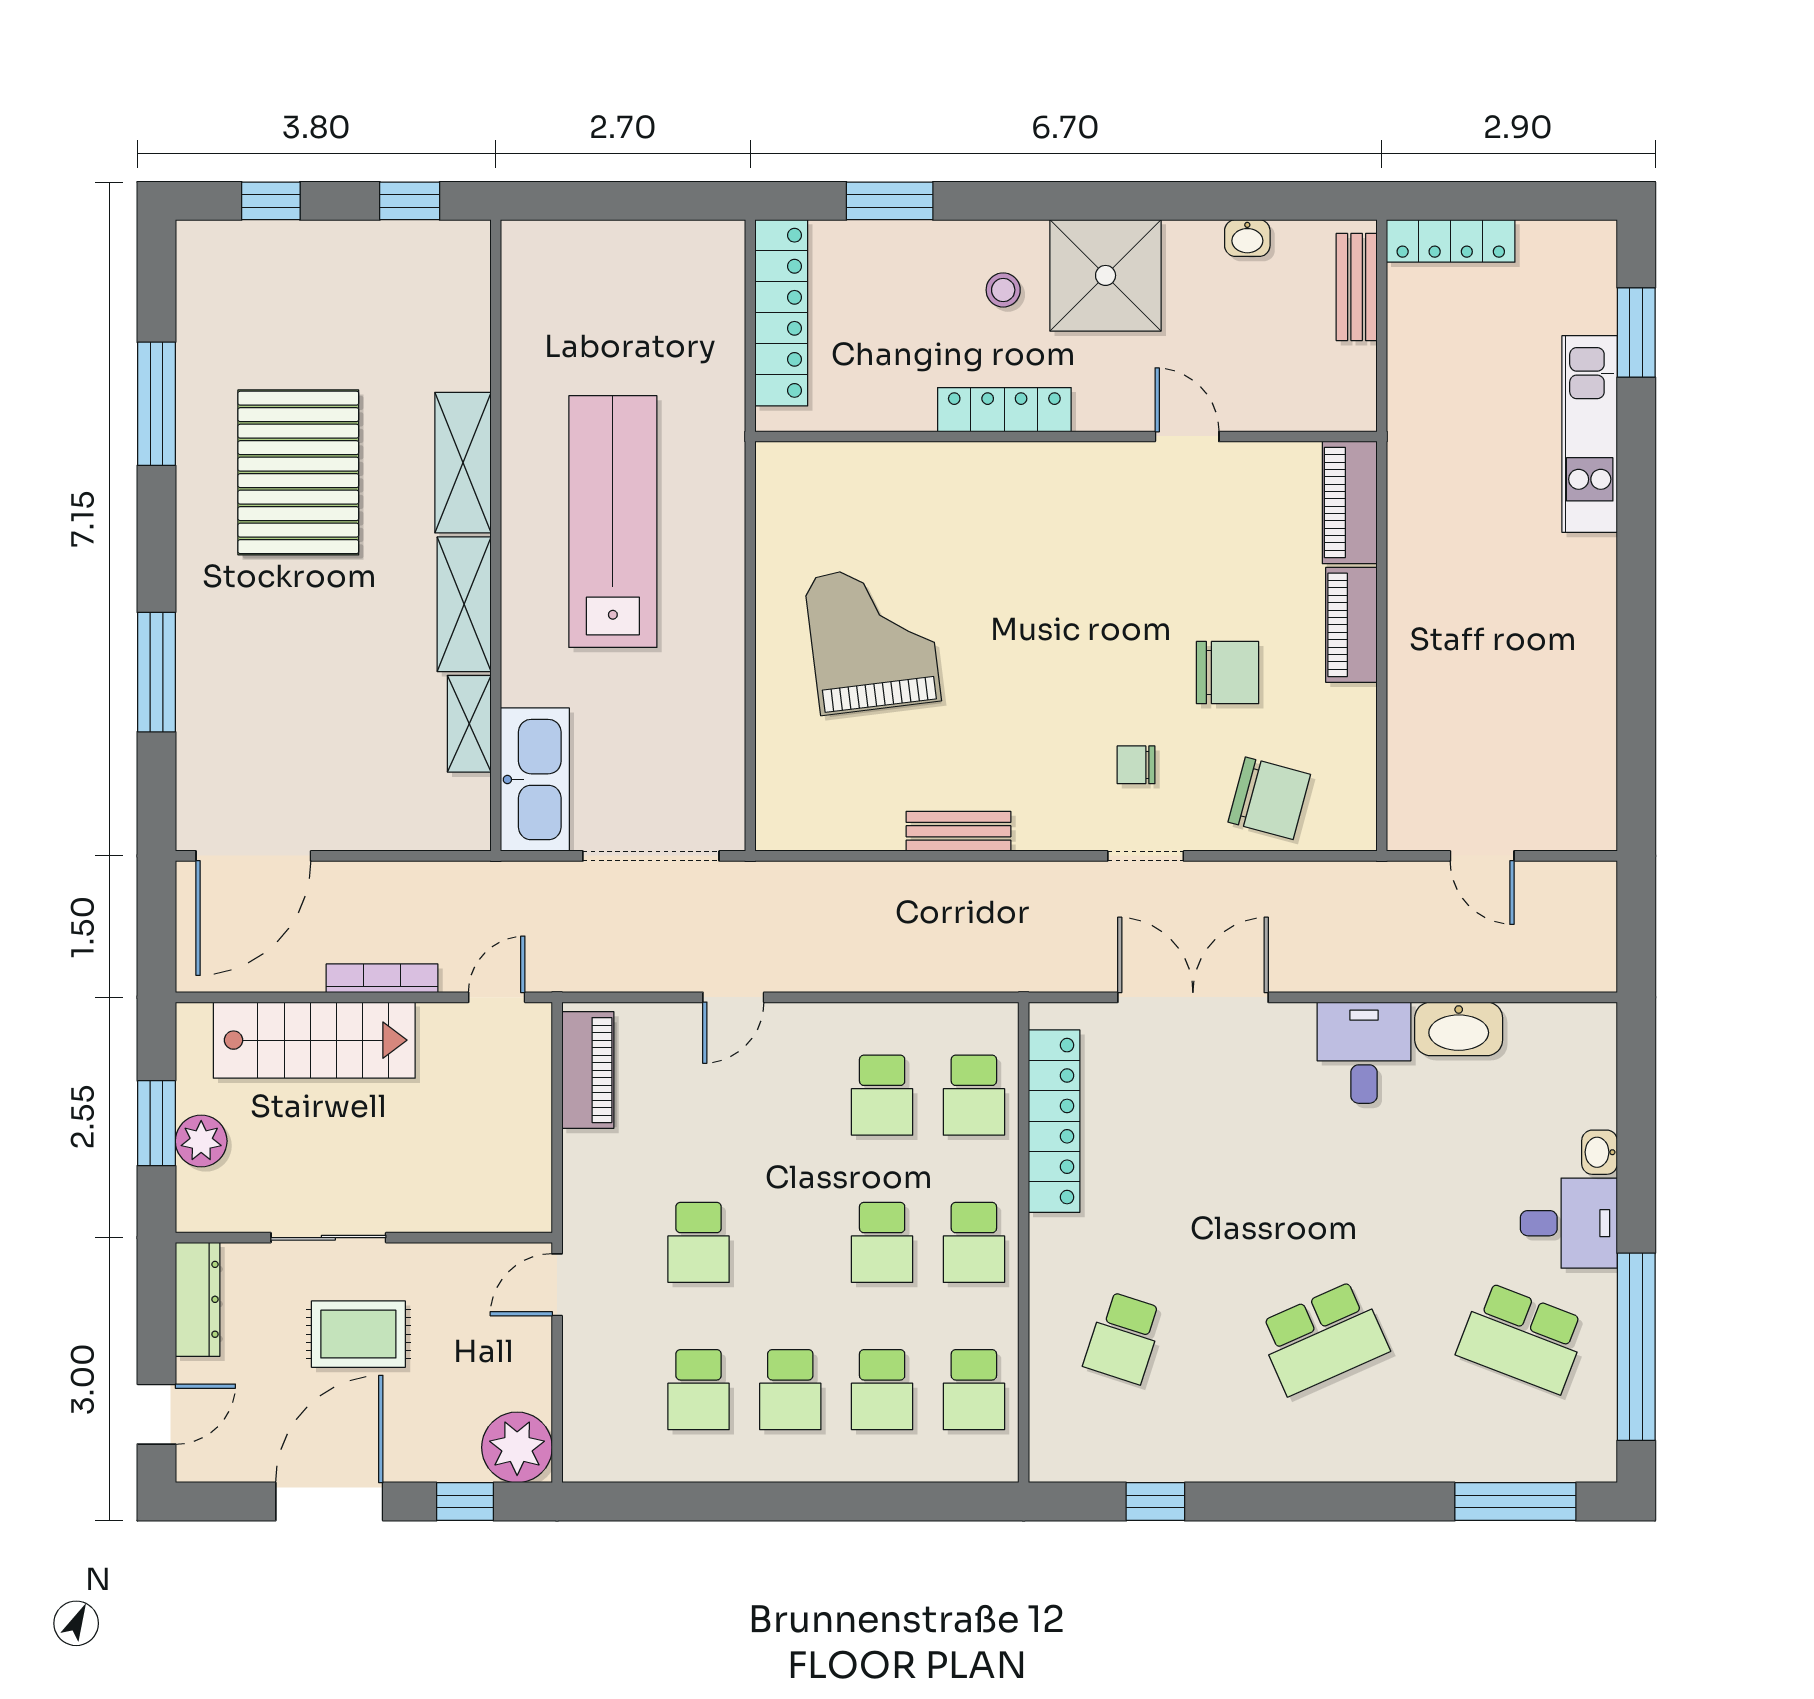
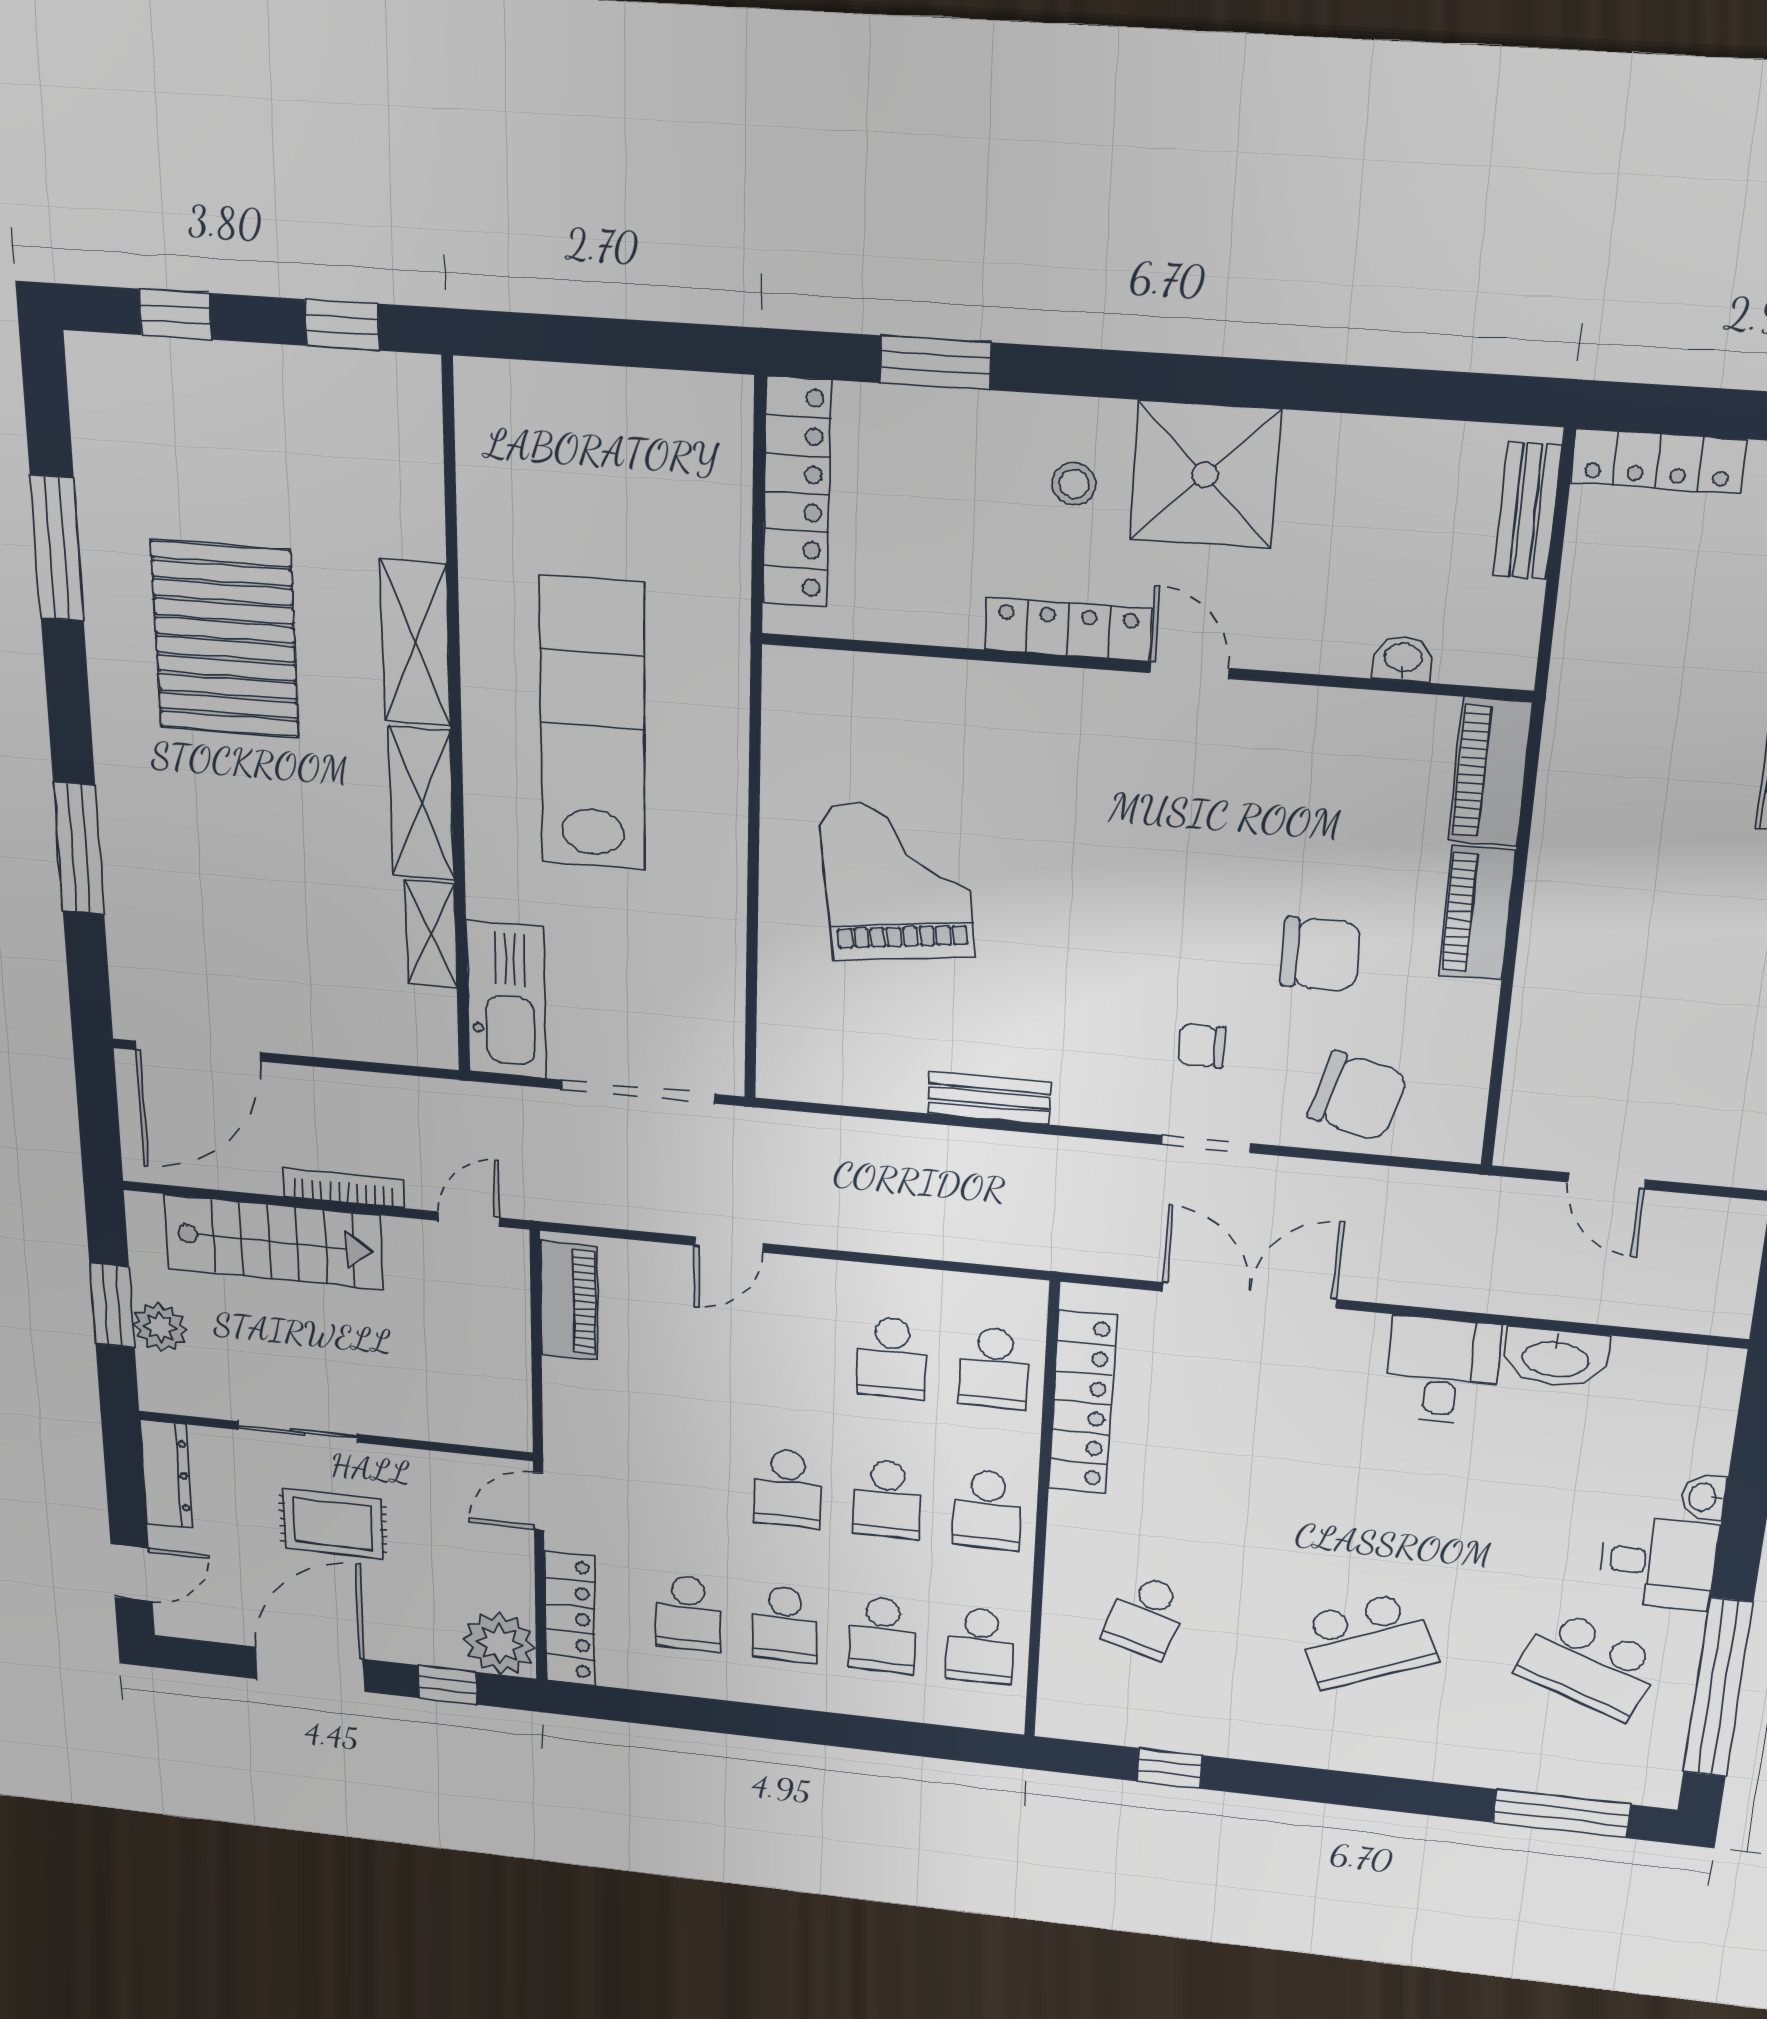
washbasin: (1247, 238) -> (1403, 659), moved, turned 180
door: (1187, 436) -> (1189, 671), moved
school desk: (699, 1242) -> (788, 1488), moved
locker: (586, 1410) -> (570, 1619), added

